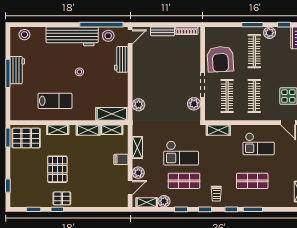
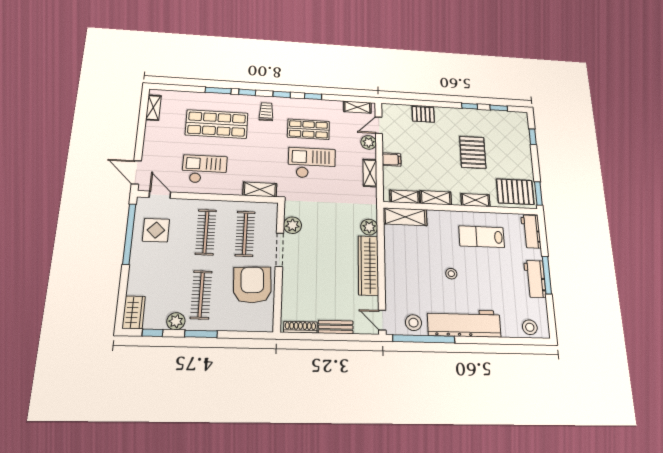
door: (130, 37) -> (382, 320), hinge flipped
workbench: (121, 59) -> (531, 231), moved, turned 180
wardrobe: (140, 76) -> (368, 265), added
shop shelf: (252, 181) -> (217, 124), width x1.43, depth x1.36
pallet: (62, 198) -> (423, 114), moved
plant: (164, 201) -> (335, 107), removed

